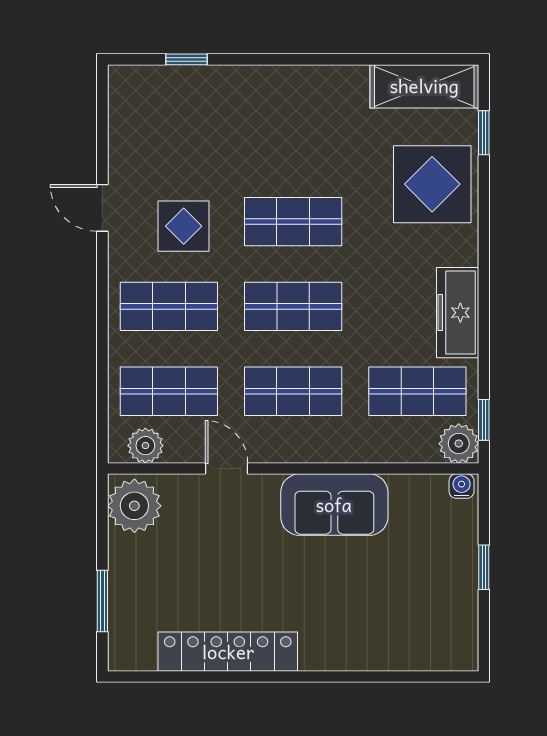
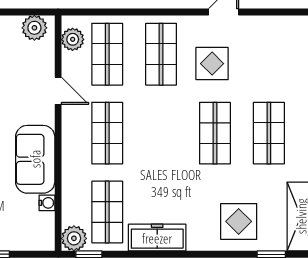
display table: (432, 184) -> (239, 221), width x0.73, depth x0.73
shop shelf: (293, 306) -> (269, 133), moved
door: (226, 469) -> (58, 91), hinge flipped
water cooler: (462, 486) -> (47, 203), moved
plant: (134, 506) -> (34, 28), width x0.73, depth x0.73

